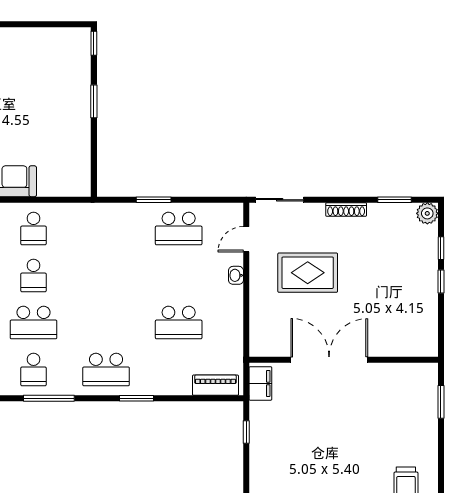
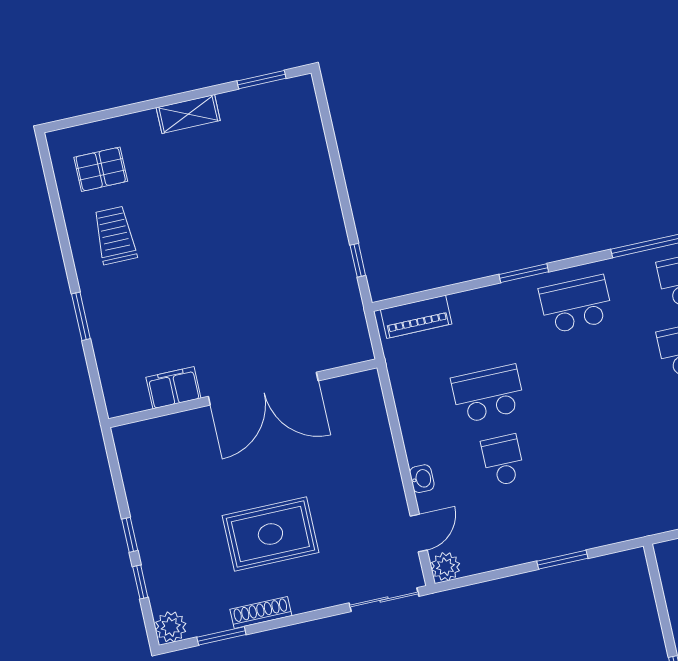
shoe rack: (346, 210) -> (261, 613), moved
plant: (233, 213) -> (445, 567), added
school desk: (179, 229) -> (503, 460), moved, width x0.54
rug: (308, 273) -> (270, 534), moved
filing cabinet: (260, 383) -> (173, 388), moved, turned 90
window: (441, 402) -> (81, 316), moved

